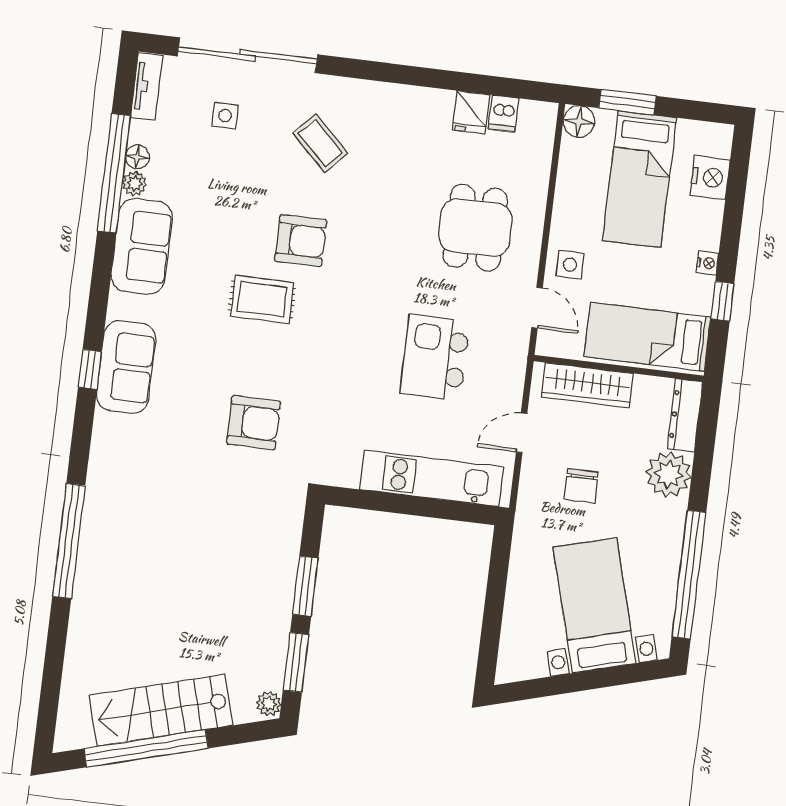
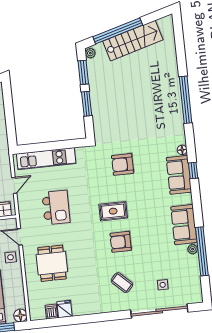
tv unit: (147, 87) -> (197, 289), removed
floor lamp: (137, 157) -> (182, 150), moved
rug: (262, 299) -> (113, 211), moved
window: (146, 748) -> (118, 31), moved

